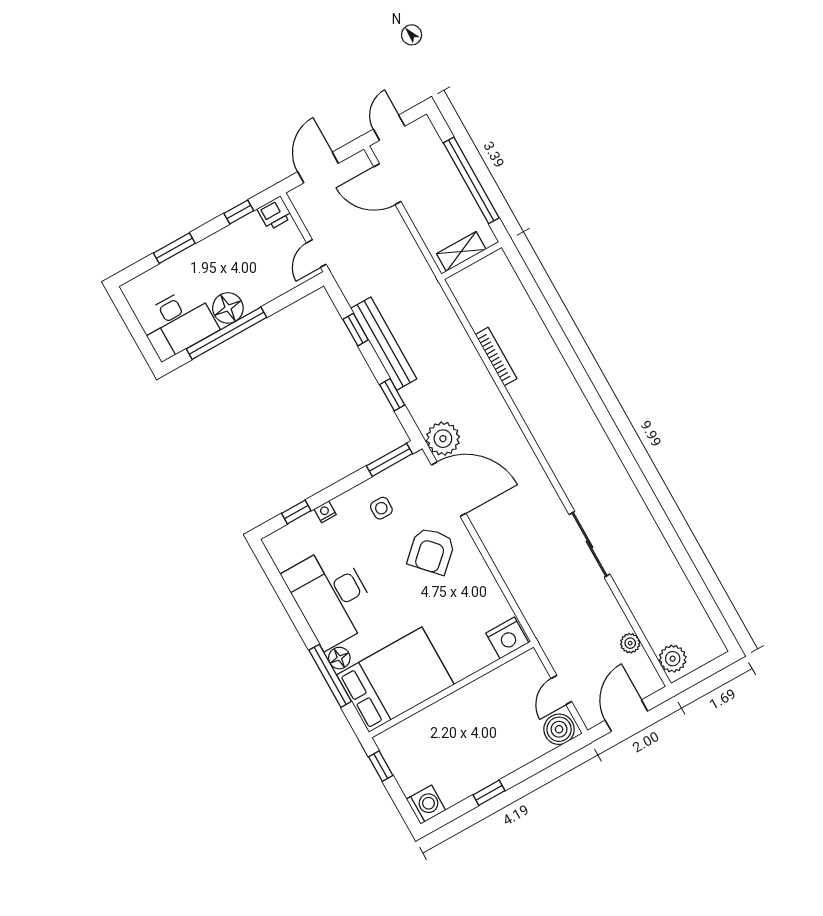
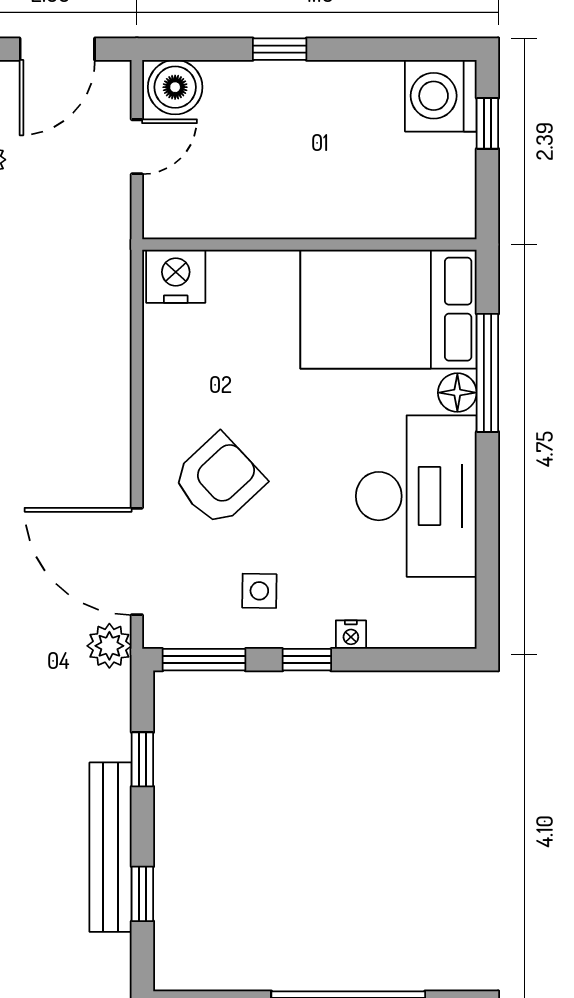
plant: (443, 439) -> (109, 646), width x0.73, depth x0.73
window: (296, 512) -> (307, 660), moved
window: (381, 766) -> (487, 123), moved
window: (489, 793) -> (280, 49), moved
washing machine: (426, 805) -> (441, 96), width x1.37, depth x1.37

